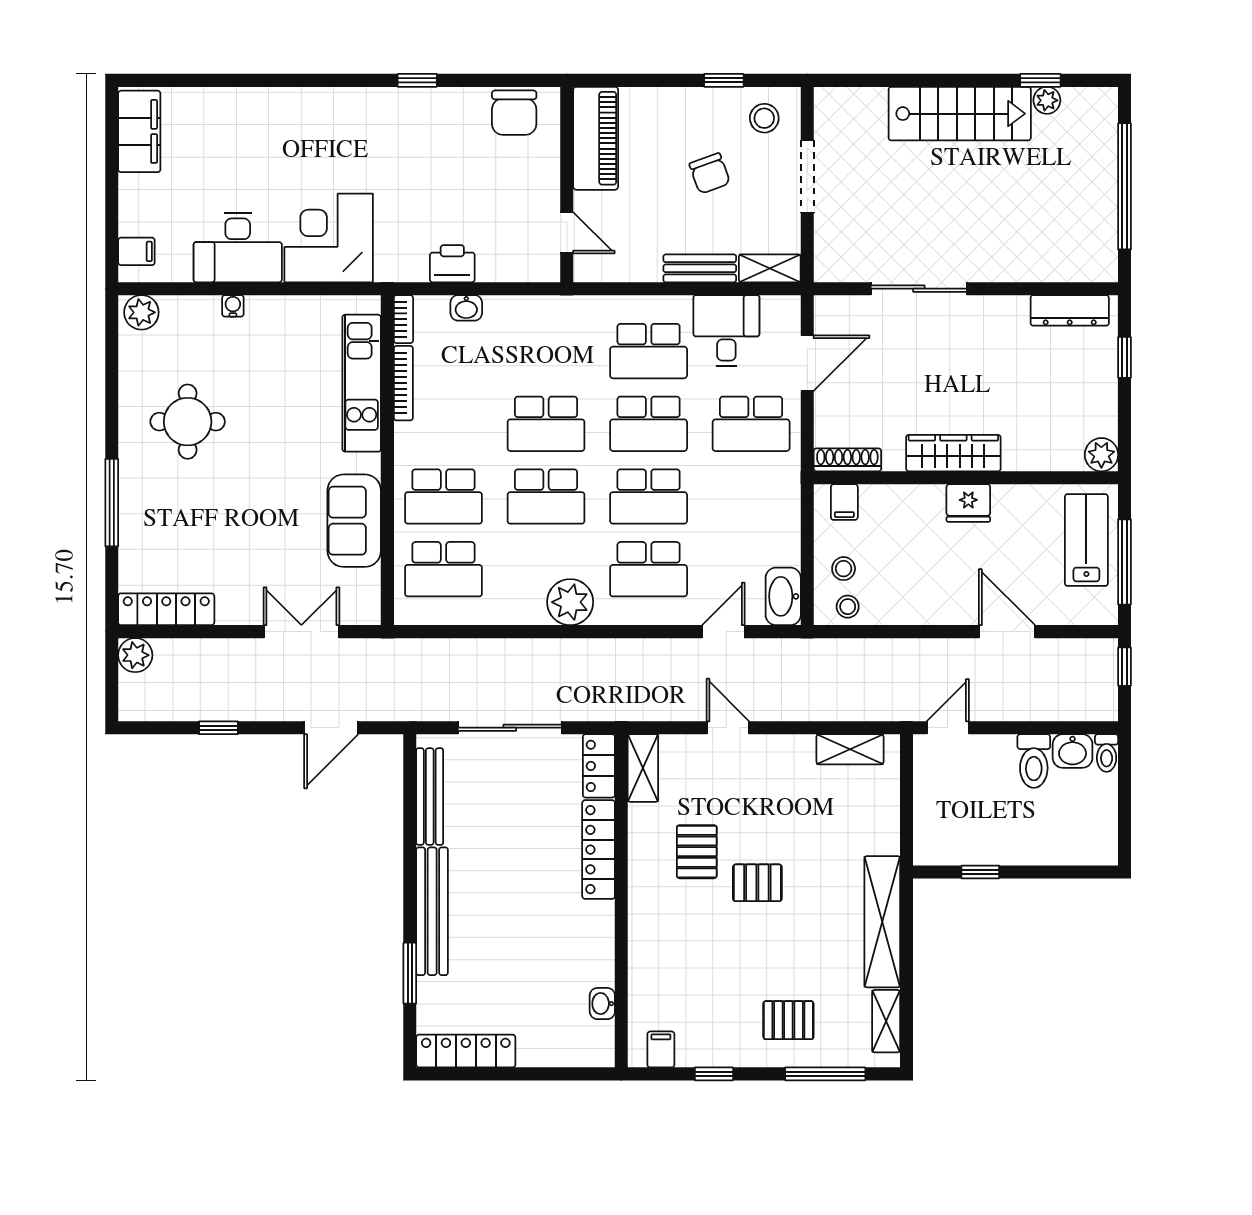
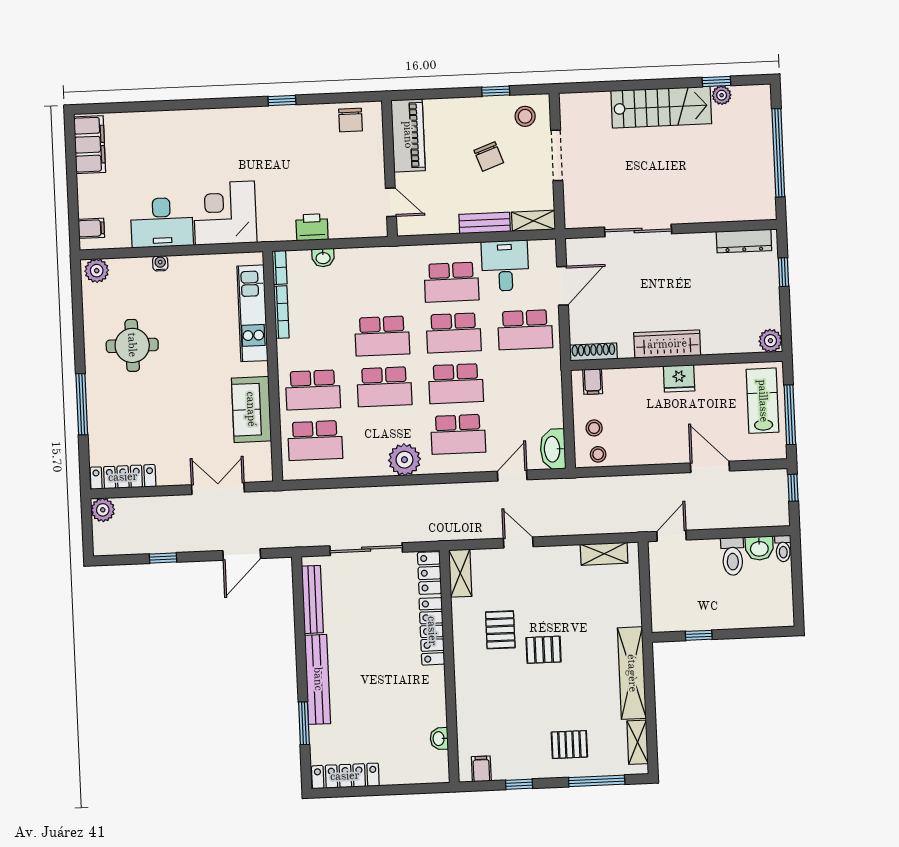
chair: (514, 113) -> (350, 120), width x0.73, depth x0.73

